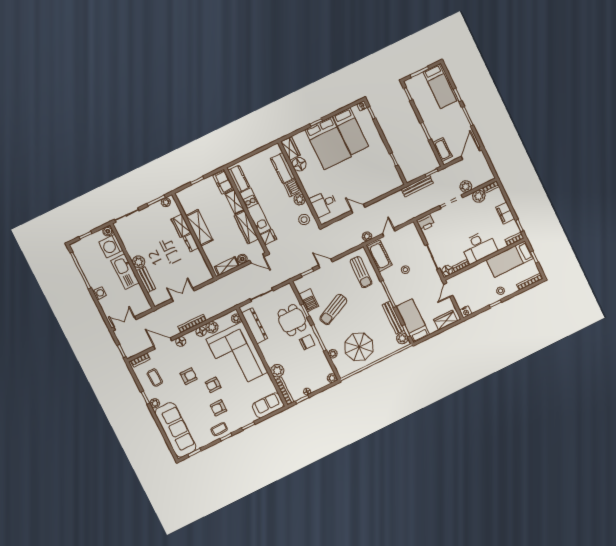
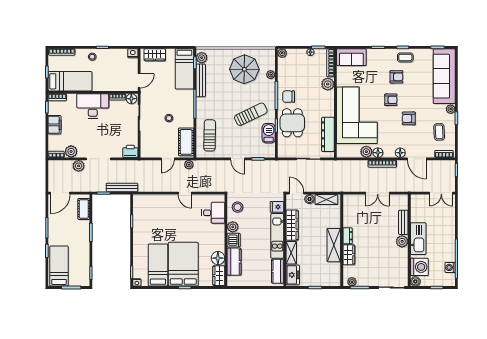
washing machine: (99, 293) -> (450, 267), moved
plant: (236, 318) -> (341, 149), removed

